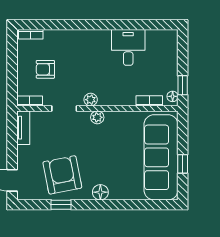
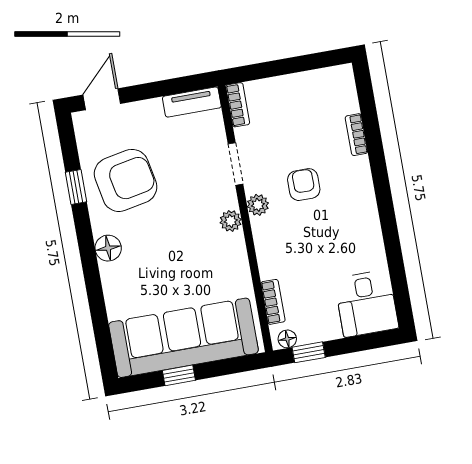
bookcase: (31, 34) -> (356, 135), moved
desk: (128, 47) -> (366, 303), moved, turned 90
armchair: (45, 69) -> (304, 185), moved

